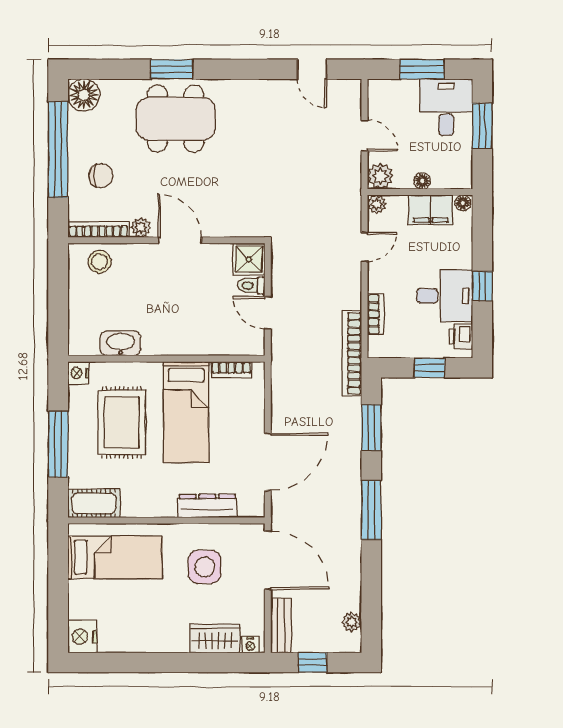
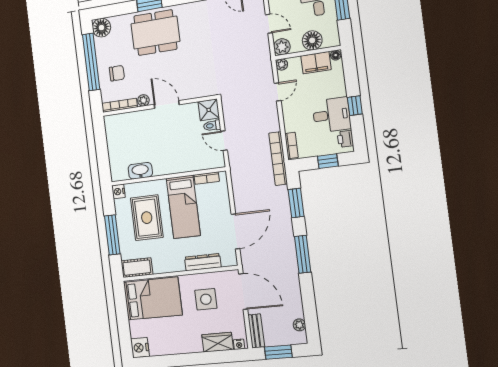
floor lamp: (422, 181) -> (312, 40), width x1.89, depth x1.89
stool: (99, 262) -> (122, 124), removed
bookcase: (376, 314) -> (291, 146), moved
bed: (115, 557) -> (153, 299), width x1.50
window: (312, 662) -> (278, 352), width x1.50

